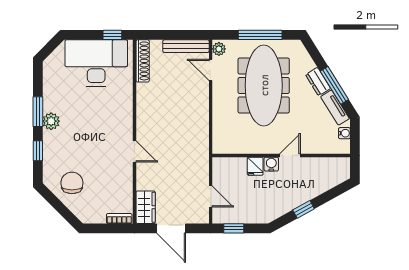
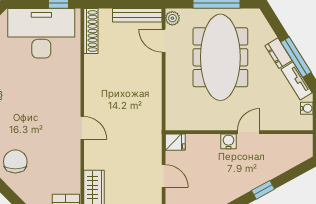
fridge: (255, 166) -> (175, 142), moved, turned -90

